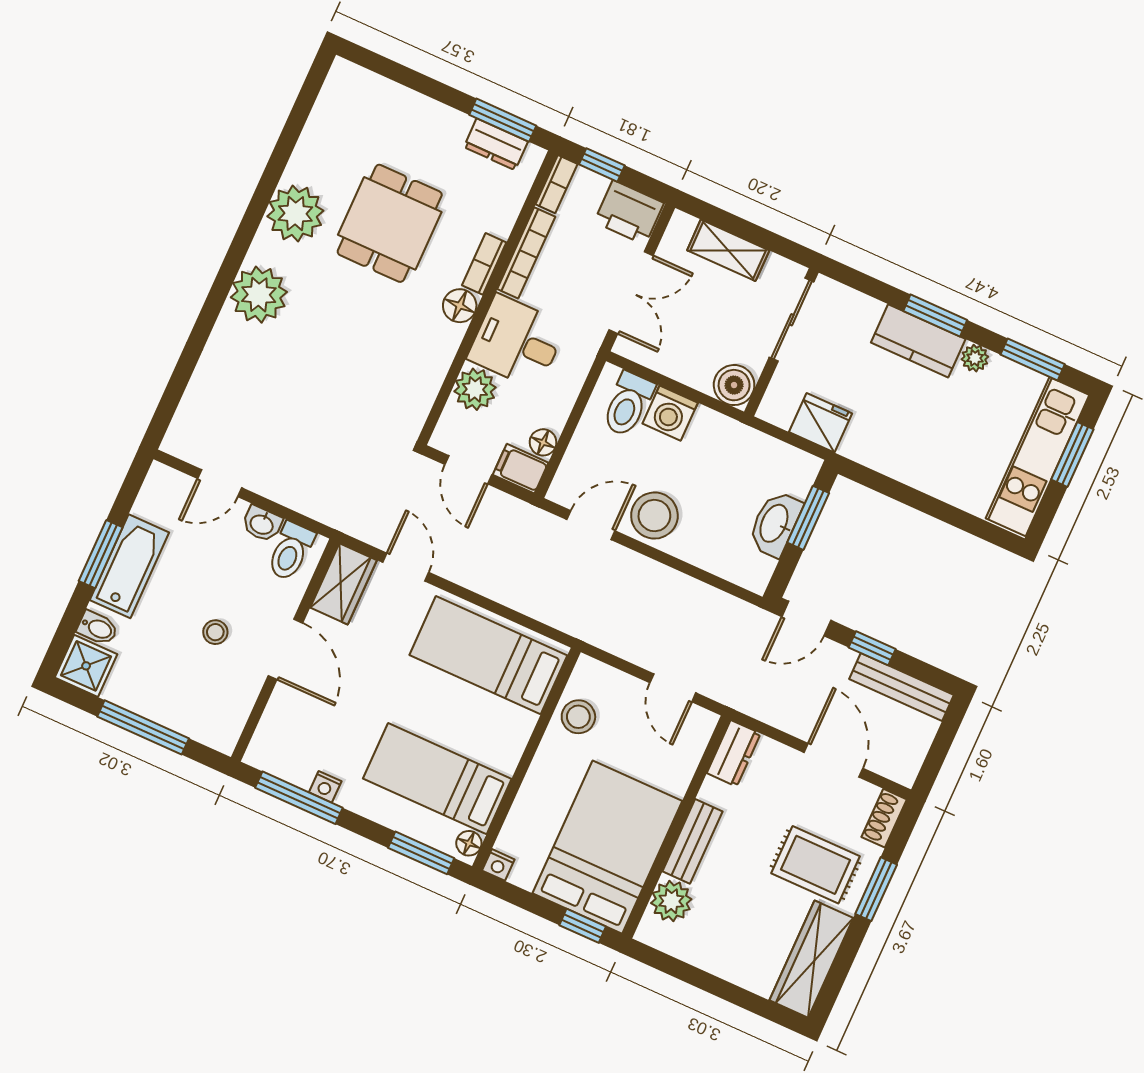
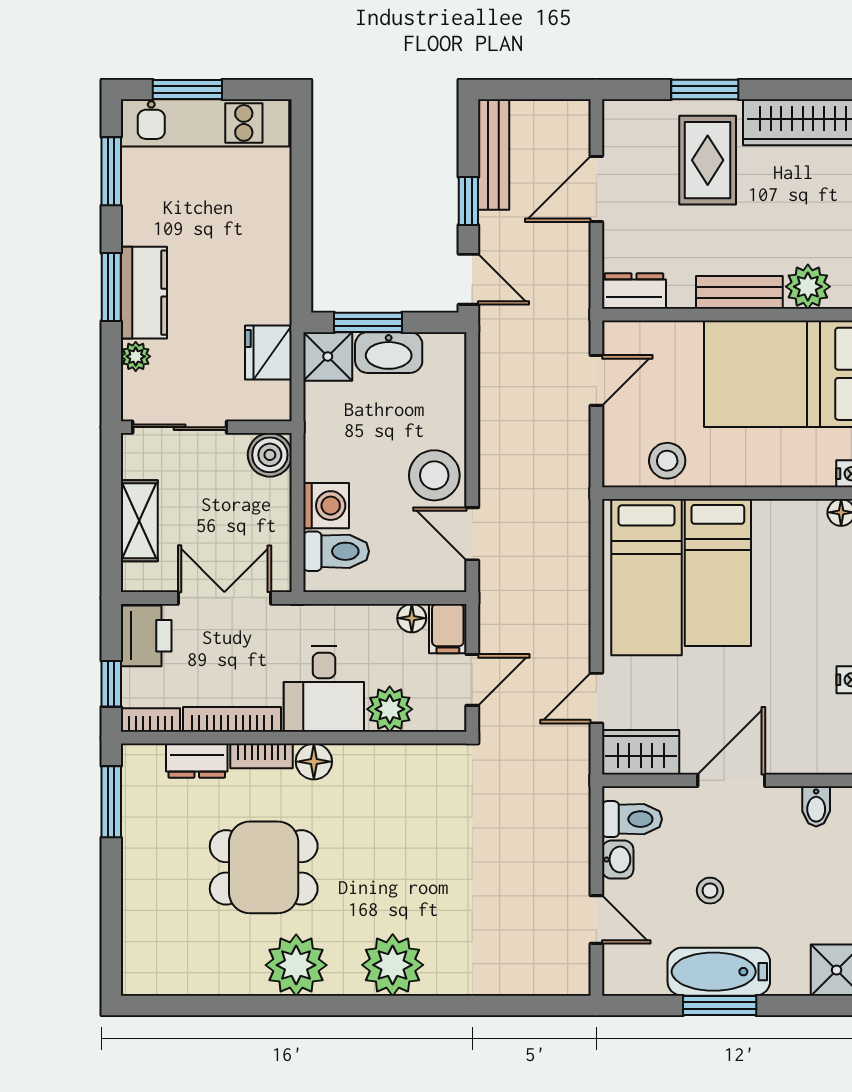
dresser: (496, 144) -> (197, 761), moved, turned 90
plant: (975, 358) -> (136, 356), moved
shower: (795, 471) -> (328, 356), added
bidet: (98, 628) -> (816, 806), moved, turned 180
stool: (215, 632) -> (710, 891), moved
bed: (437, 779) -> (718, 573), moved
shoe rack: (884, 818) -> (631, 113), removed

